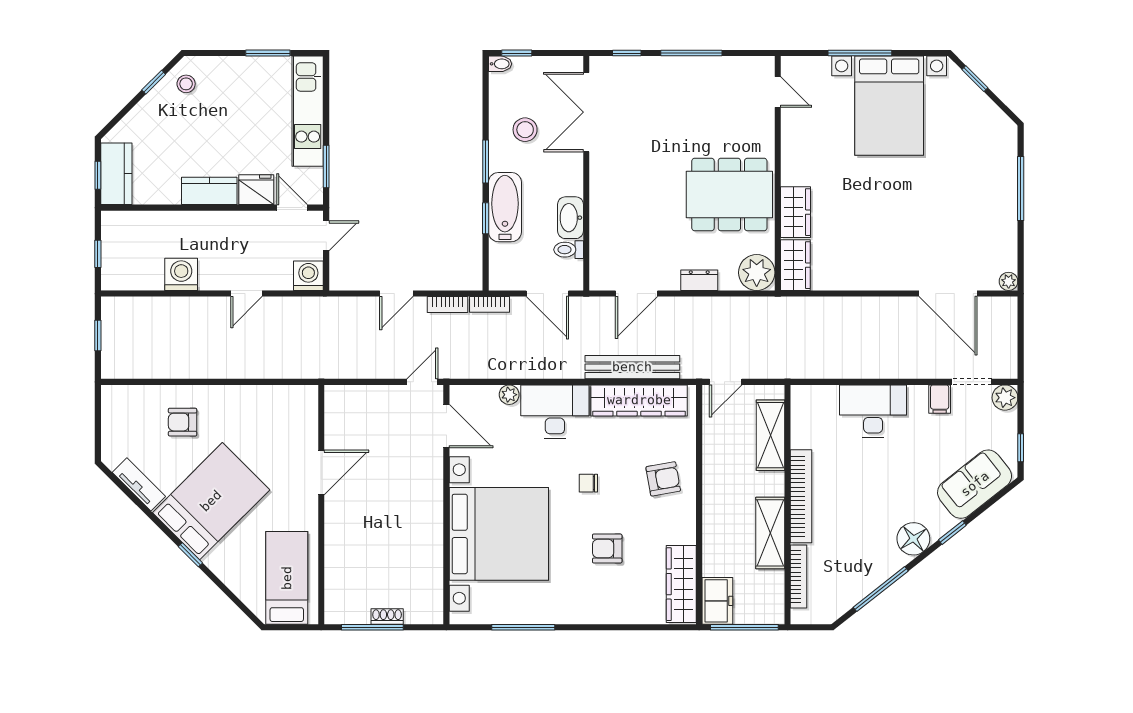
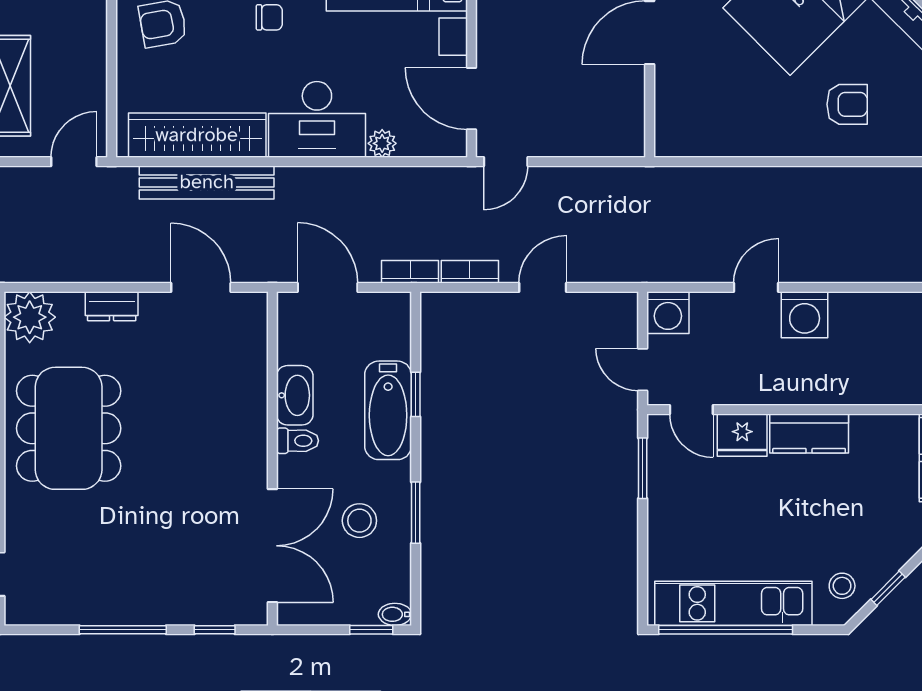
window: (268, 53) -> (726, 630), width x2.11
kitchen unit: (308, 111) -> (733, 603), moved, turned -90
window: (486, 162) -> (416, 513), moved
dining table: (729, 194) -> (69, 428), turned 90
door: (326, 236) -> (643, 370), hinge flipped
toilet: (569, 250) -> (297, 441), moved
washing machine: (181, 274) -> (805, 315), moved
door: (636, 294) -> (201, 287), hinge flipped

